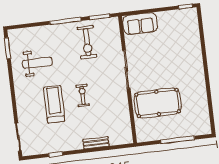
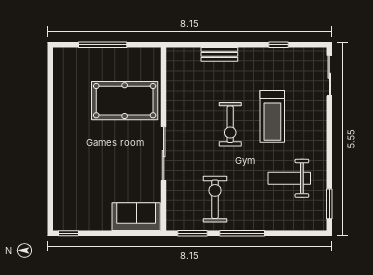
exercise bike: (83, 95) -> (230, 124), width x1.38, depth x1.39

